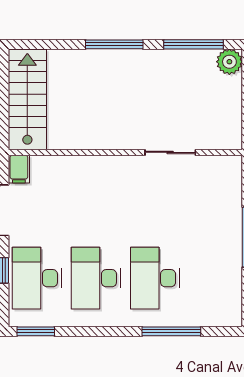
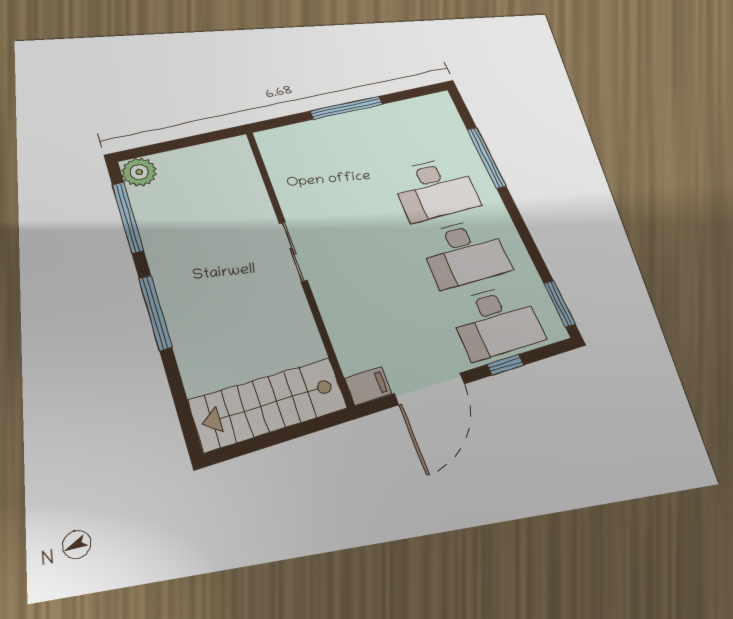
sliding door: (170, 152) -> (293, 252), moved

